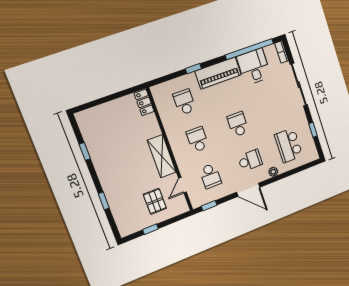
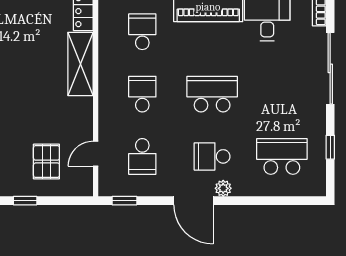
school desk: (238, 124) -> (212, 94), width x1.85
school desk: (289, 145) -> (282, 156), turned 90
shelving: (162, 156) -> (80, 64), moved
school desk: (250, 160) -> (212, 156), turned 180
plant: (273, 172) -> (223, 188), moved

